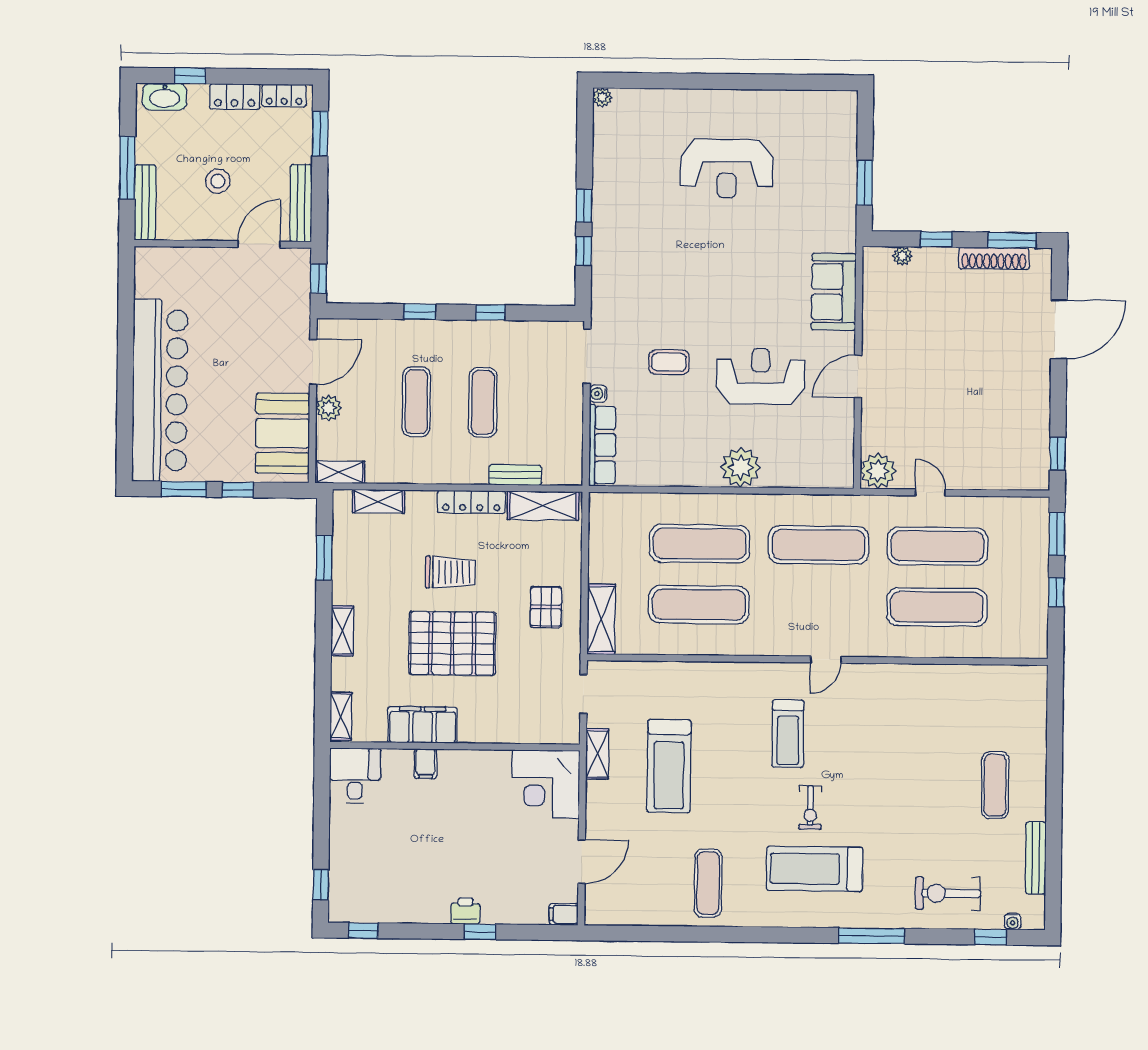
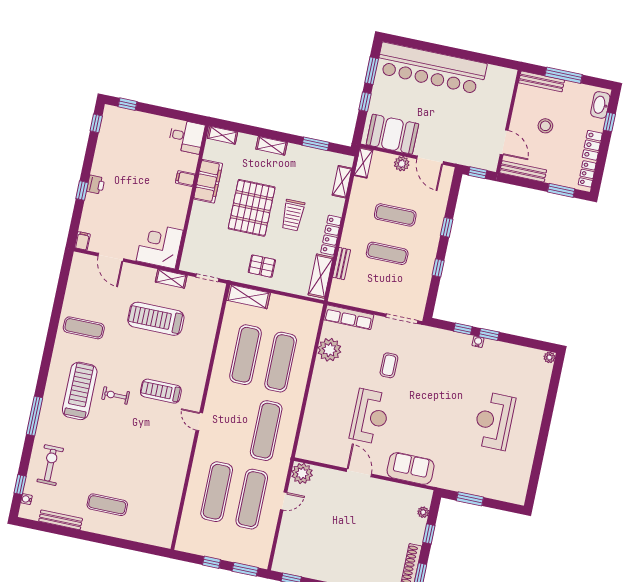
water cooler: (598, 394) -> (478, 342), moved
plant: (741, 467) -> (329, 350), moved

